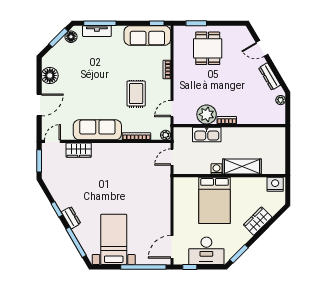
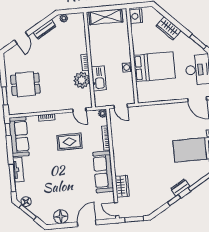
tv unit: (97, 31) -> (18, 170), moved
door: (39, 105) -> (87, 223), hinge flipped
shelving: (242, 166) -> (106, 17), moved, turned 90

